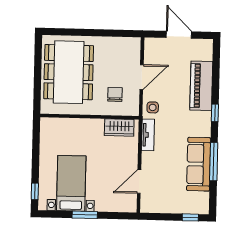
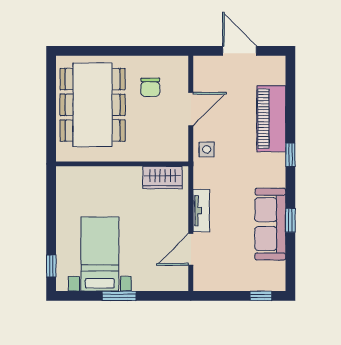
chair: (115, 94) -> (150, 87), moved, turned 180
tv unit: (148, 135) -> (201, 211), moved
window: (214, 162) -> (290, 220), width x0.46

